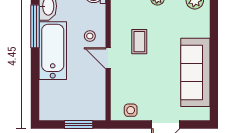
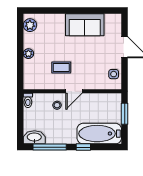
bathtub: (53, 51) -> (99, 134), moved
window: (35, 71) -> (83, 147), added
sofa: (195, 72) -> (85, 25), width x0.73

